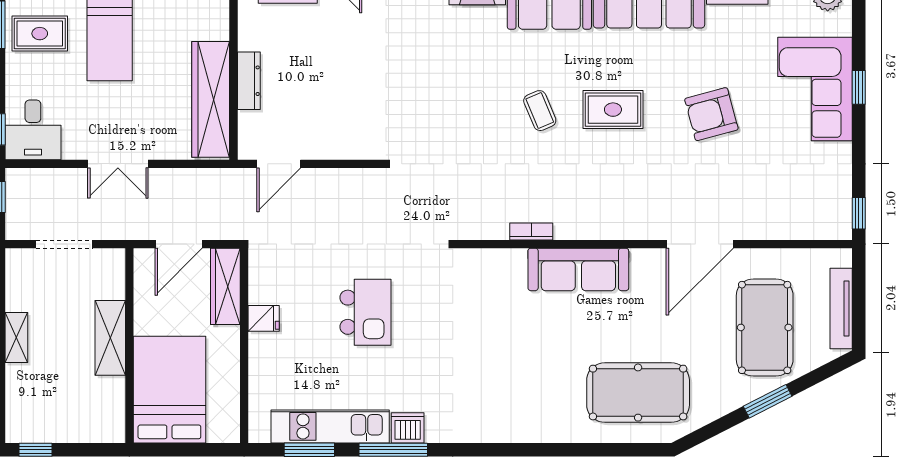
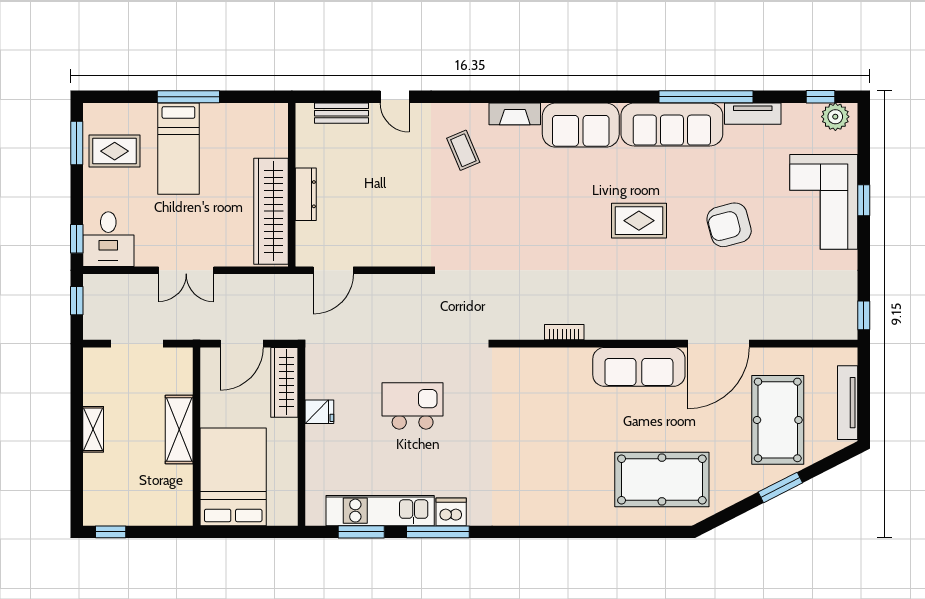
coffee table: (540, 111) -> (463, 150), moved
sofa: (578, 269) -> (639, 367), moved
kitchen island: (366, 312) -> (413, 406), turned -90

